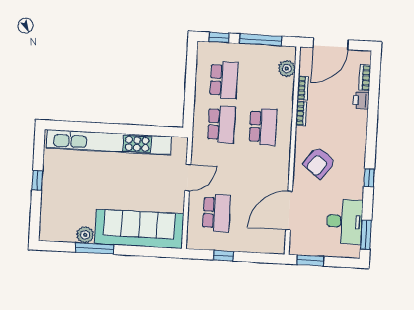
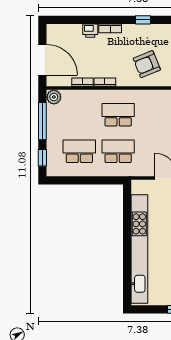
plant: (287, 69) -> (54, 97), moved
bookcase: (365, 78) -> (110, 28), moved
armchair: (319, 163) -> (147, 64), turned 120
window: (369, 178) -> (143, 20), moved

